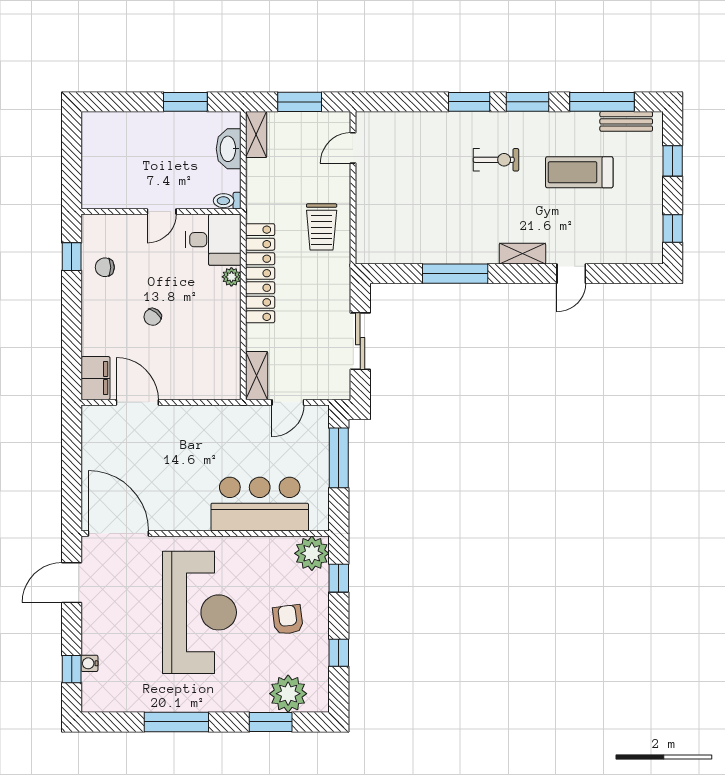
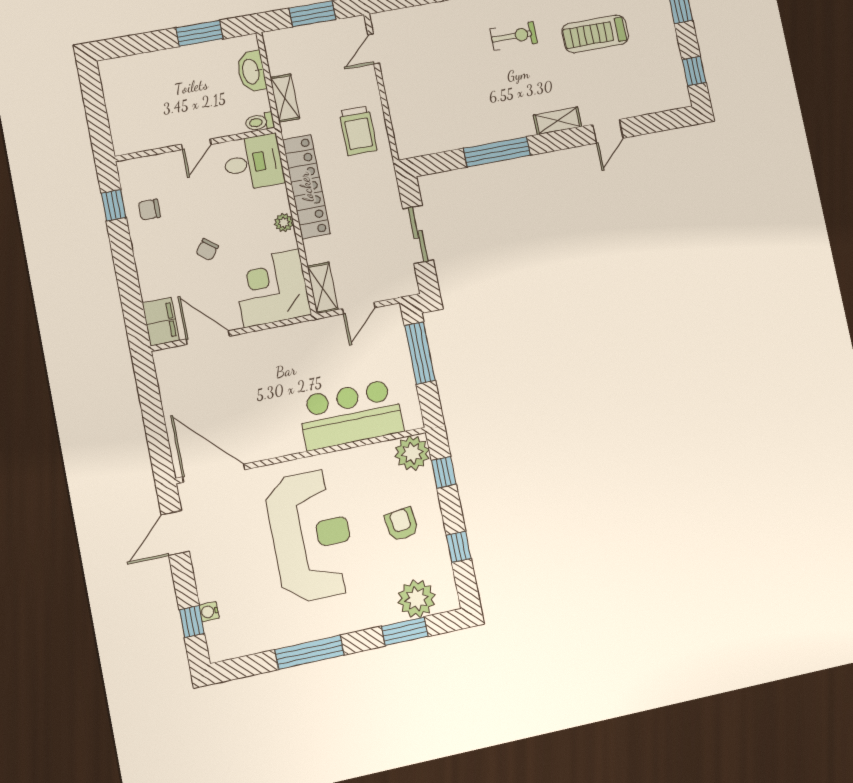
shelving: (256, 135) -> (285, 98), moved
plant: (231, 277) -> (284, 223), moved
corner desk: (207, 366) -> (272, 288), added

